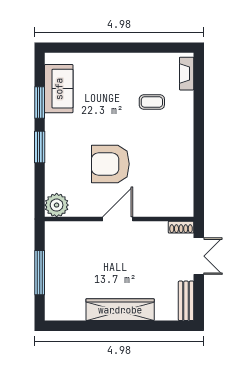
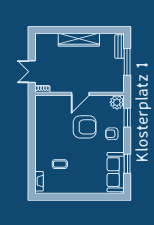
sofa: (59, 89) -> (116, 172), width x1.36
window: (40, 147) -> (127, 118), moved
armchair: (65, 153) -> (112, 134), added
bench: (186, 301) -> (120, 47), moved

